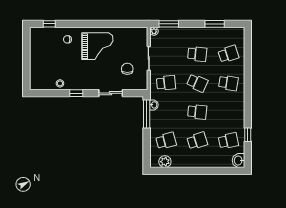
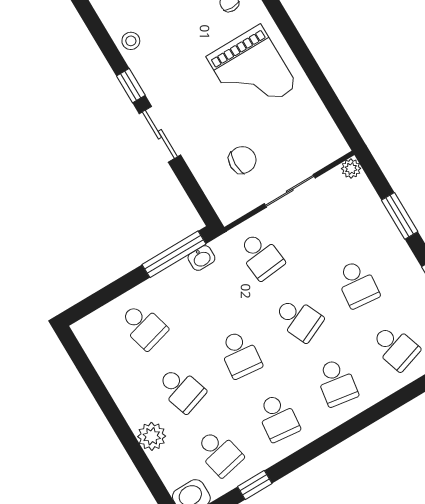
window: (169, 24) -> (400, 216), moved
school desk: (197, 83) -> (299, 319), turned -48
sliding door: (111, 93) -> (160, 134), moved
school desk: (228, 112) -> (278, 418), added
plant: (165, 162) -> (152, 436), moved

